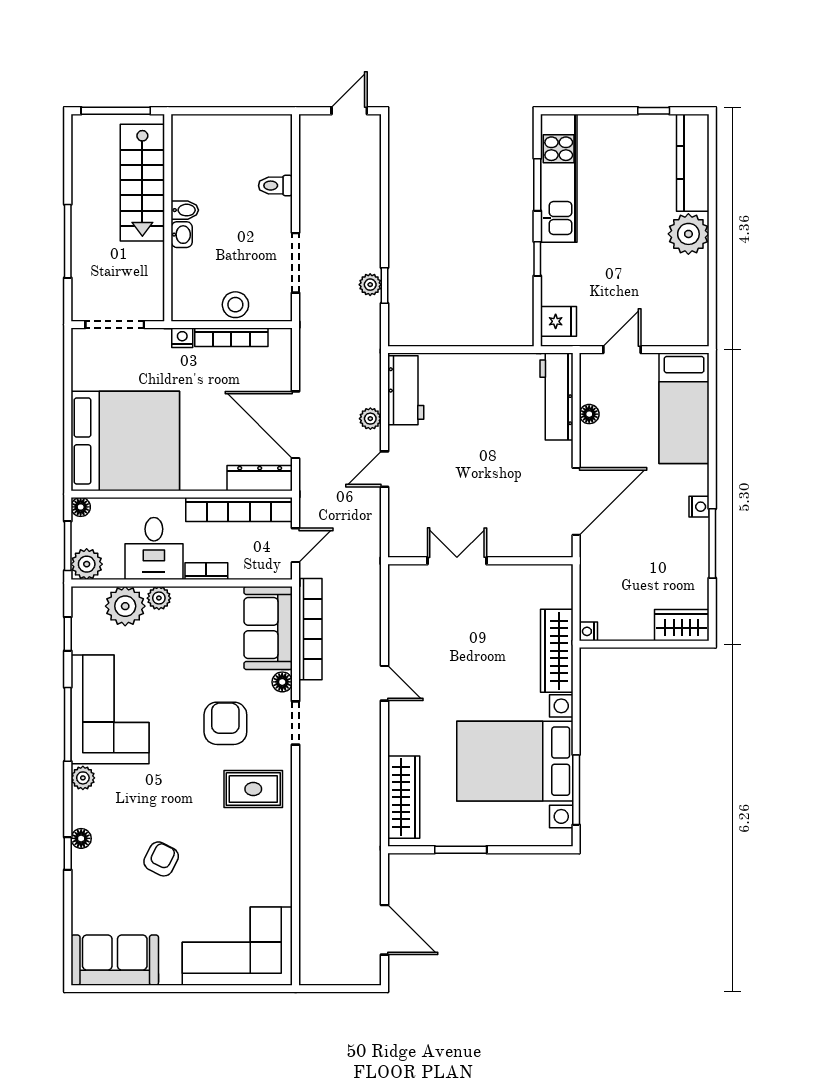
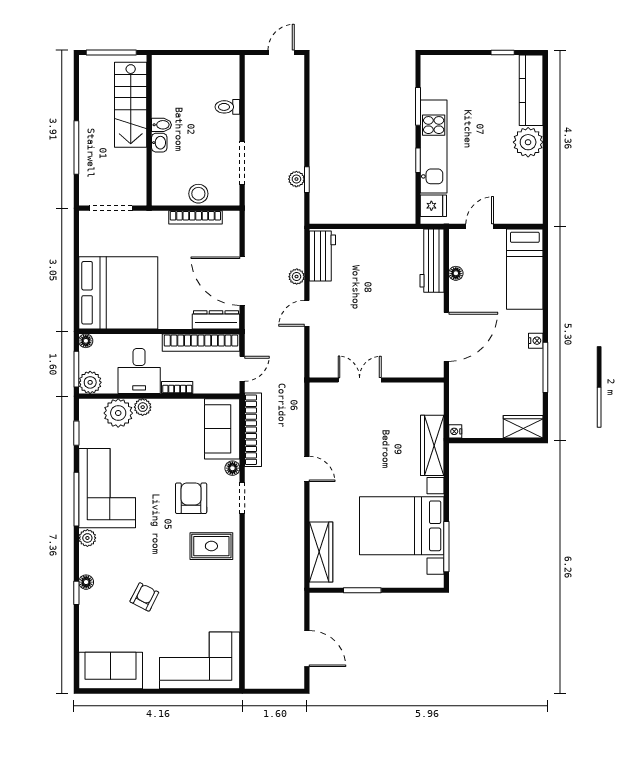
kitchen unit: (559, 178) -> (434, 147), moved
nightstand: (182, 338) -> (160, 218), removed

